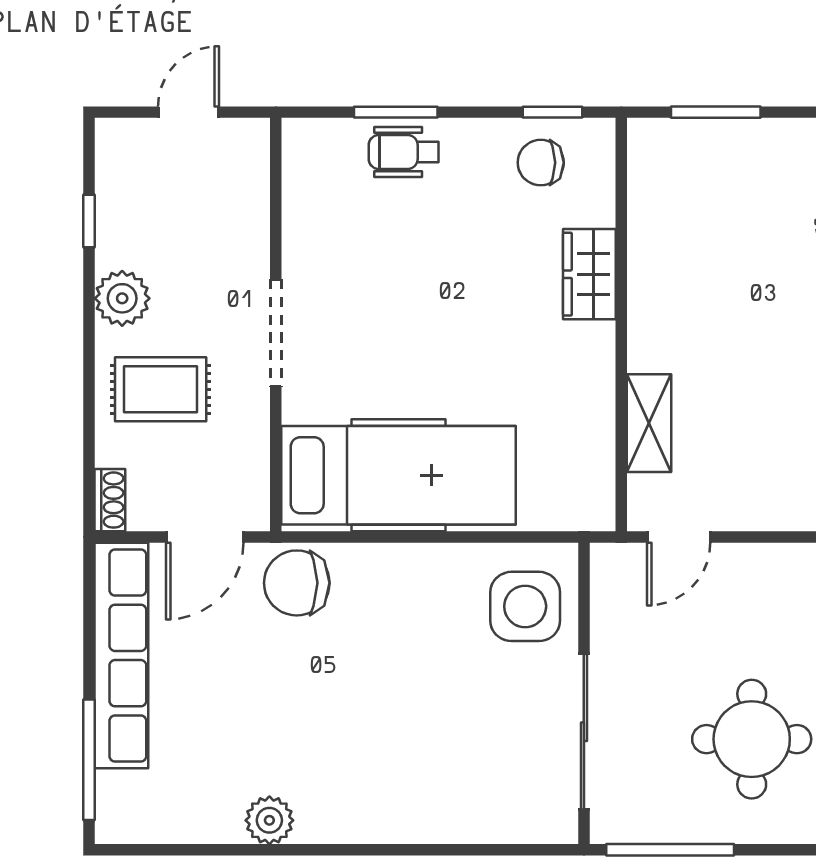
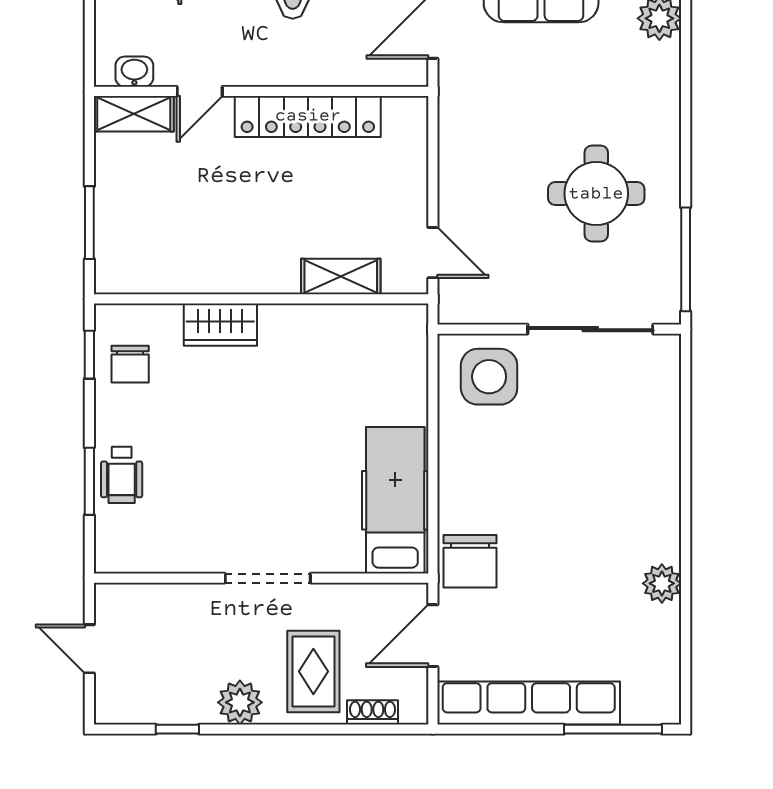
hospital bed: (399, 475) -> (395, 500), width x0.73, depth x0.78
shoe rack: (110, 500) -> (372, 712), moved
door: (205, 537) -> (433, 636), swing flipped

